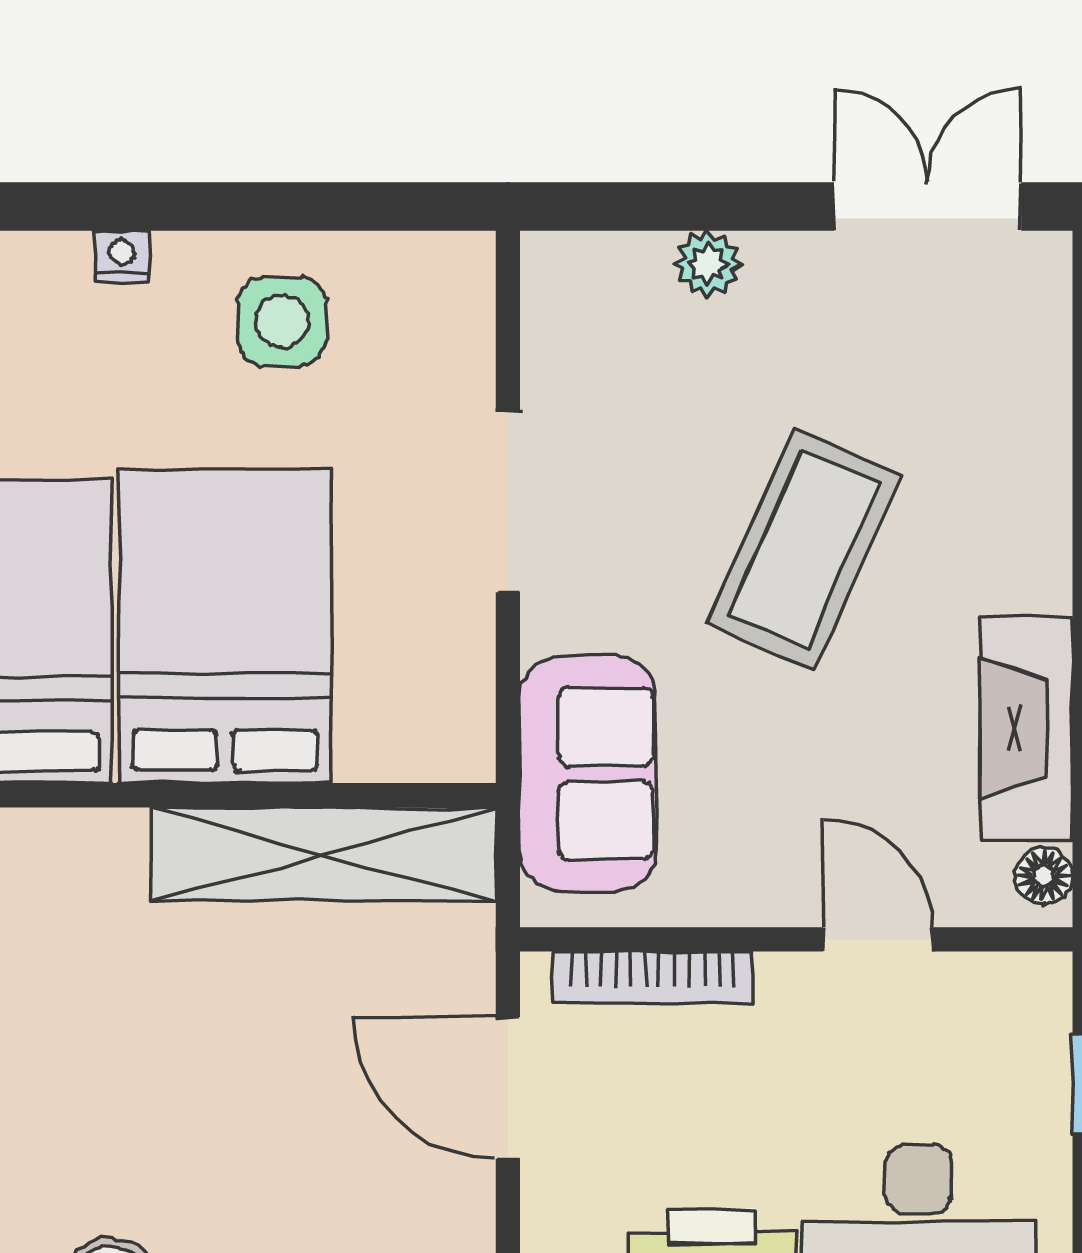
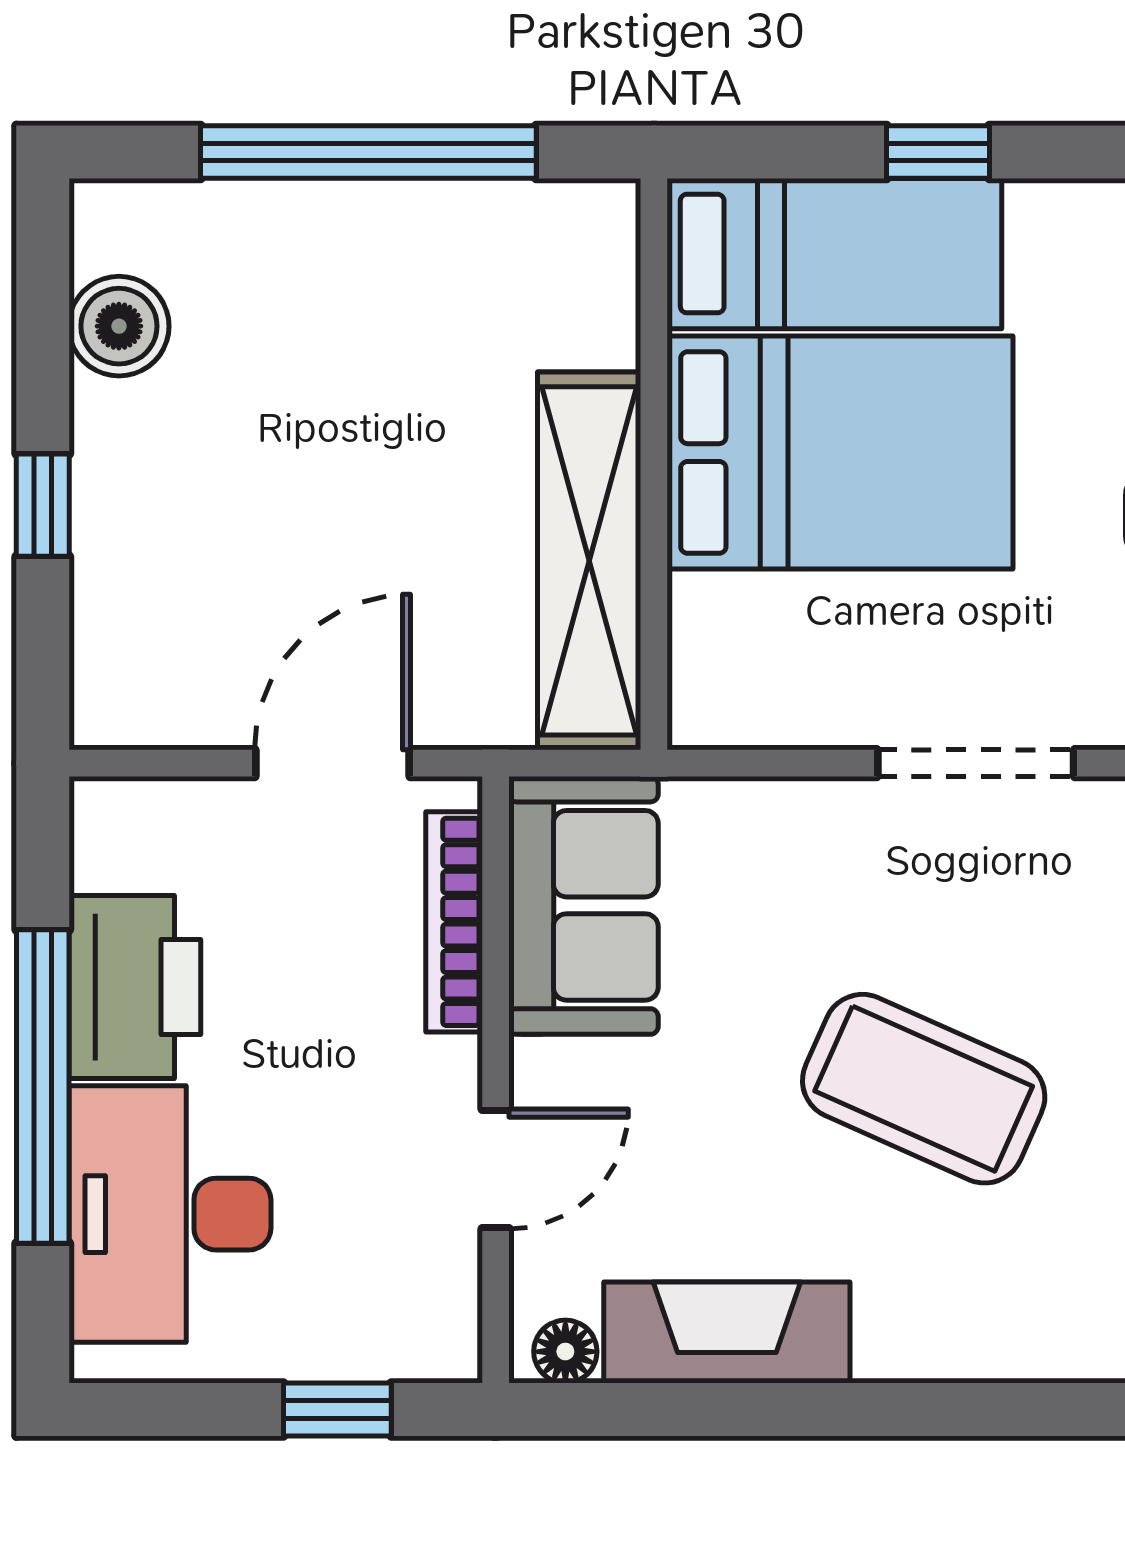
sofa: (588, 774) -> (583, 905), moved, turned -90

